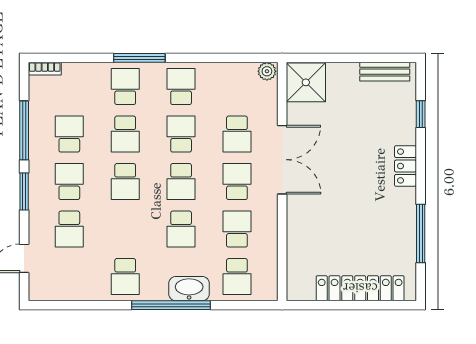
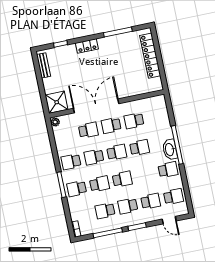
double door: (282, 160) -> (96, 106), width x1.36
school desk: (237, 277) -> (173, 197), moved
washbasin: (189, 289) -> (170, 150), moved

